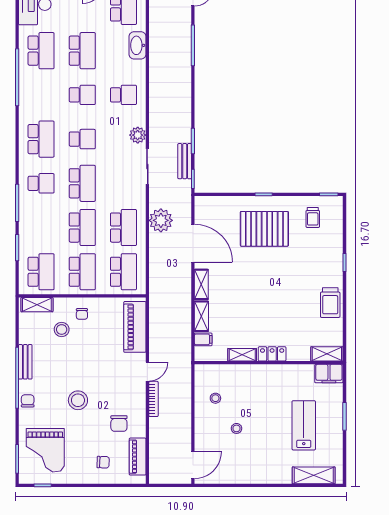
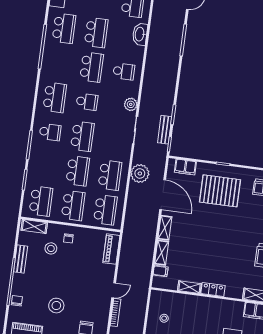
school desk: (82, 95) -> (92, 67), width x1.85
filing cabinet: (217, 205) -> (185, 167), added
piano: (135, 327) -> (111, 249), width x0.73, depth x0.75
bench: (25, 362) -> (21, 259), moved

